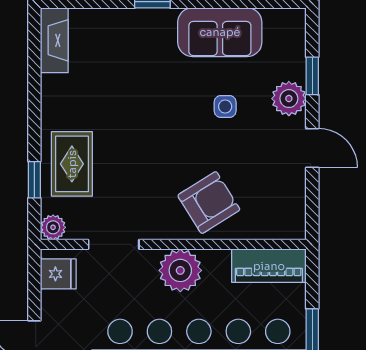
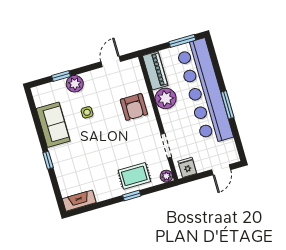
door: (312, 148) -> (111, 62), moved
window: (34, 180) -> (132, 196), moved
armchair: (209, 203) -> (134, 107), turned -148
plant: (180, 270) -> (166, 98), moved

